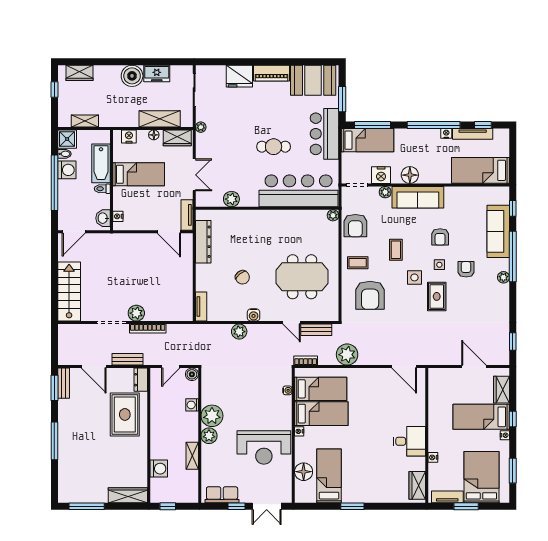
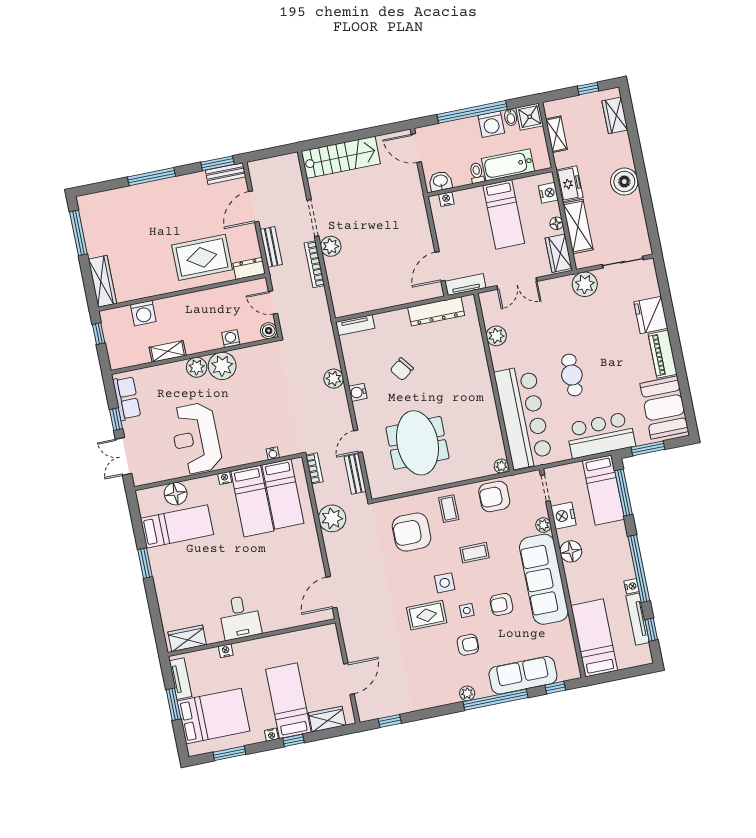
freezer: (157, 74) -> (569, 184), moved, turned 180
plant: (201, 127) -> (585, 284), width x1.88, depth x1.88
sofa: (418, 197) -> (544, 579), width x1.36, depth x1.27

